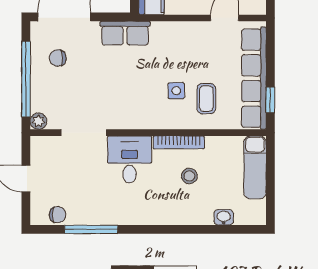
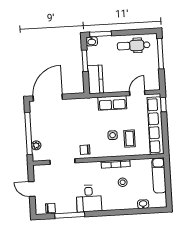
row of seats: (125, 33) -> (112, 103), moved
chair: (58, 58) -> (85, 150), moved
window: (270, 100) -> (163, 105), moved
plant: (39, 121) -> (36, 145), moved
desk: (130, 160) -> (89, 198), moved, turned 180

